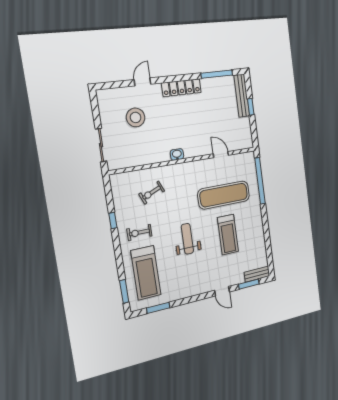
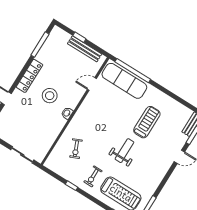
bench: (242, 96) -> (85, 49), moved
stool: (136, 117) -> (50, 96), moved
exercise mat: (224, 195) -> (124, 81), moved, turned 90
treadmill: (228, 235) -> (147, 122), turned -90
weight bench: (187, 239) -> (124, 151), turned 90

